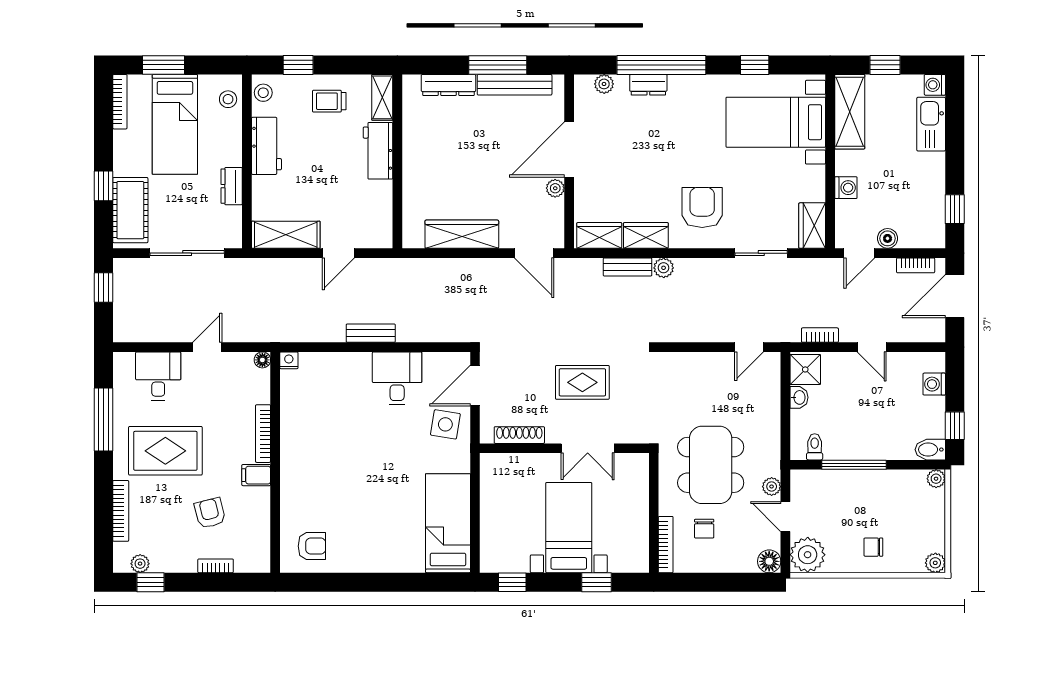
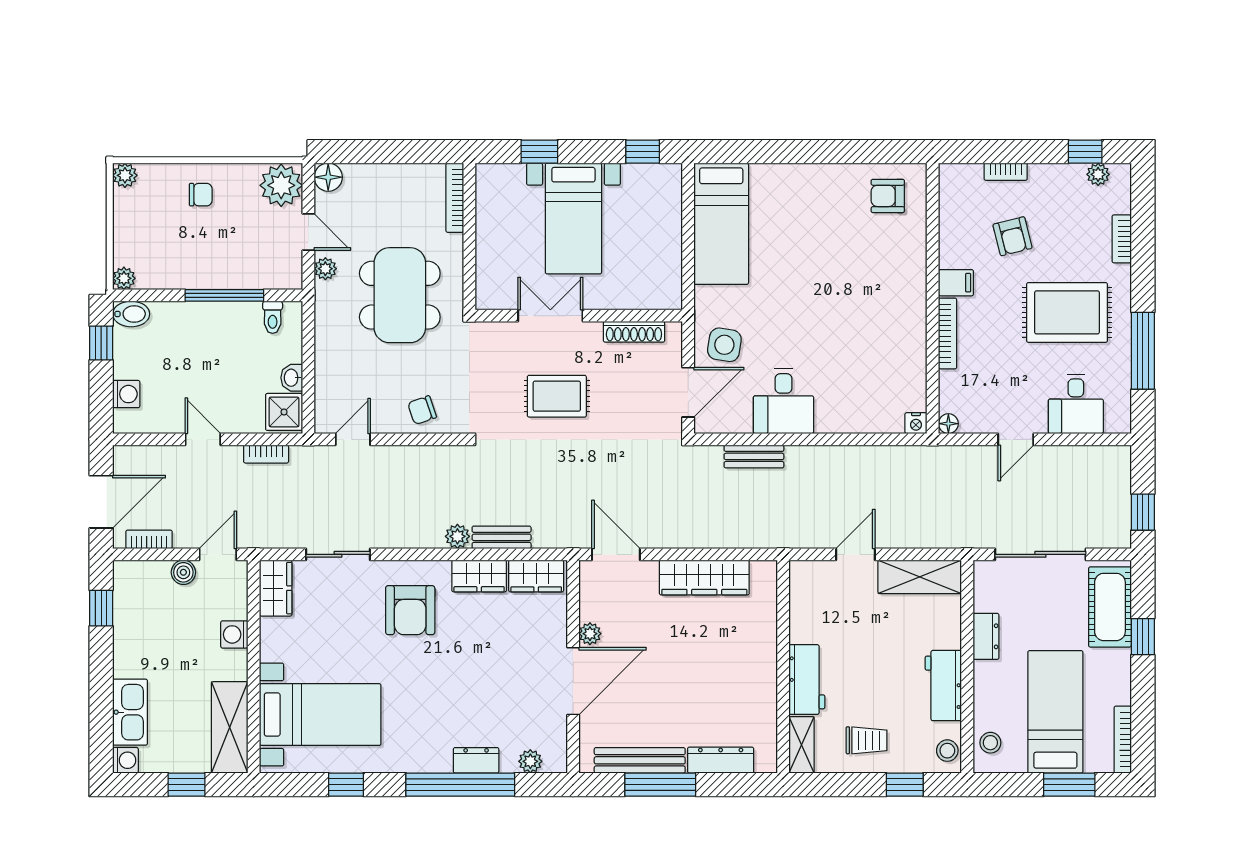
bench: (371, 333) -> (754, 456), moved
bookcase: (121, 511) -> (1122, 239), width x0.64
chair: (704, 529) -> (422, 410), moved, turned -109

